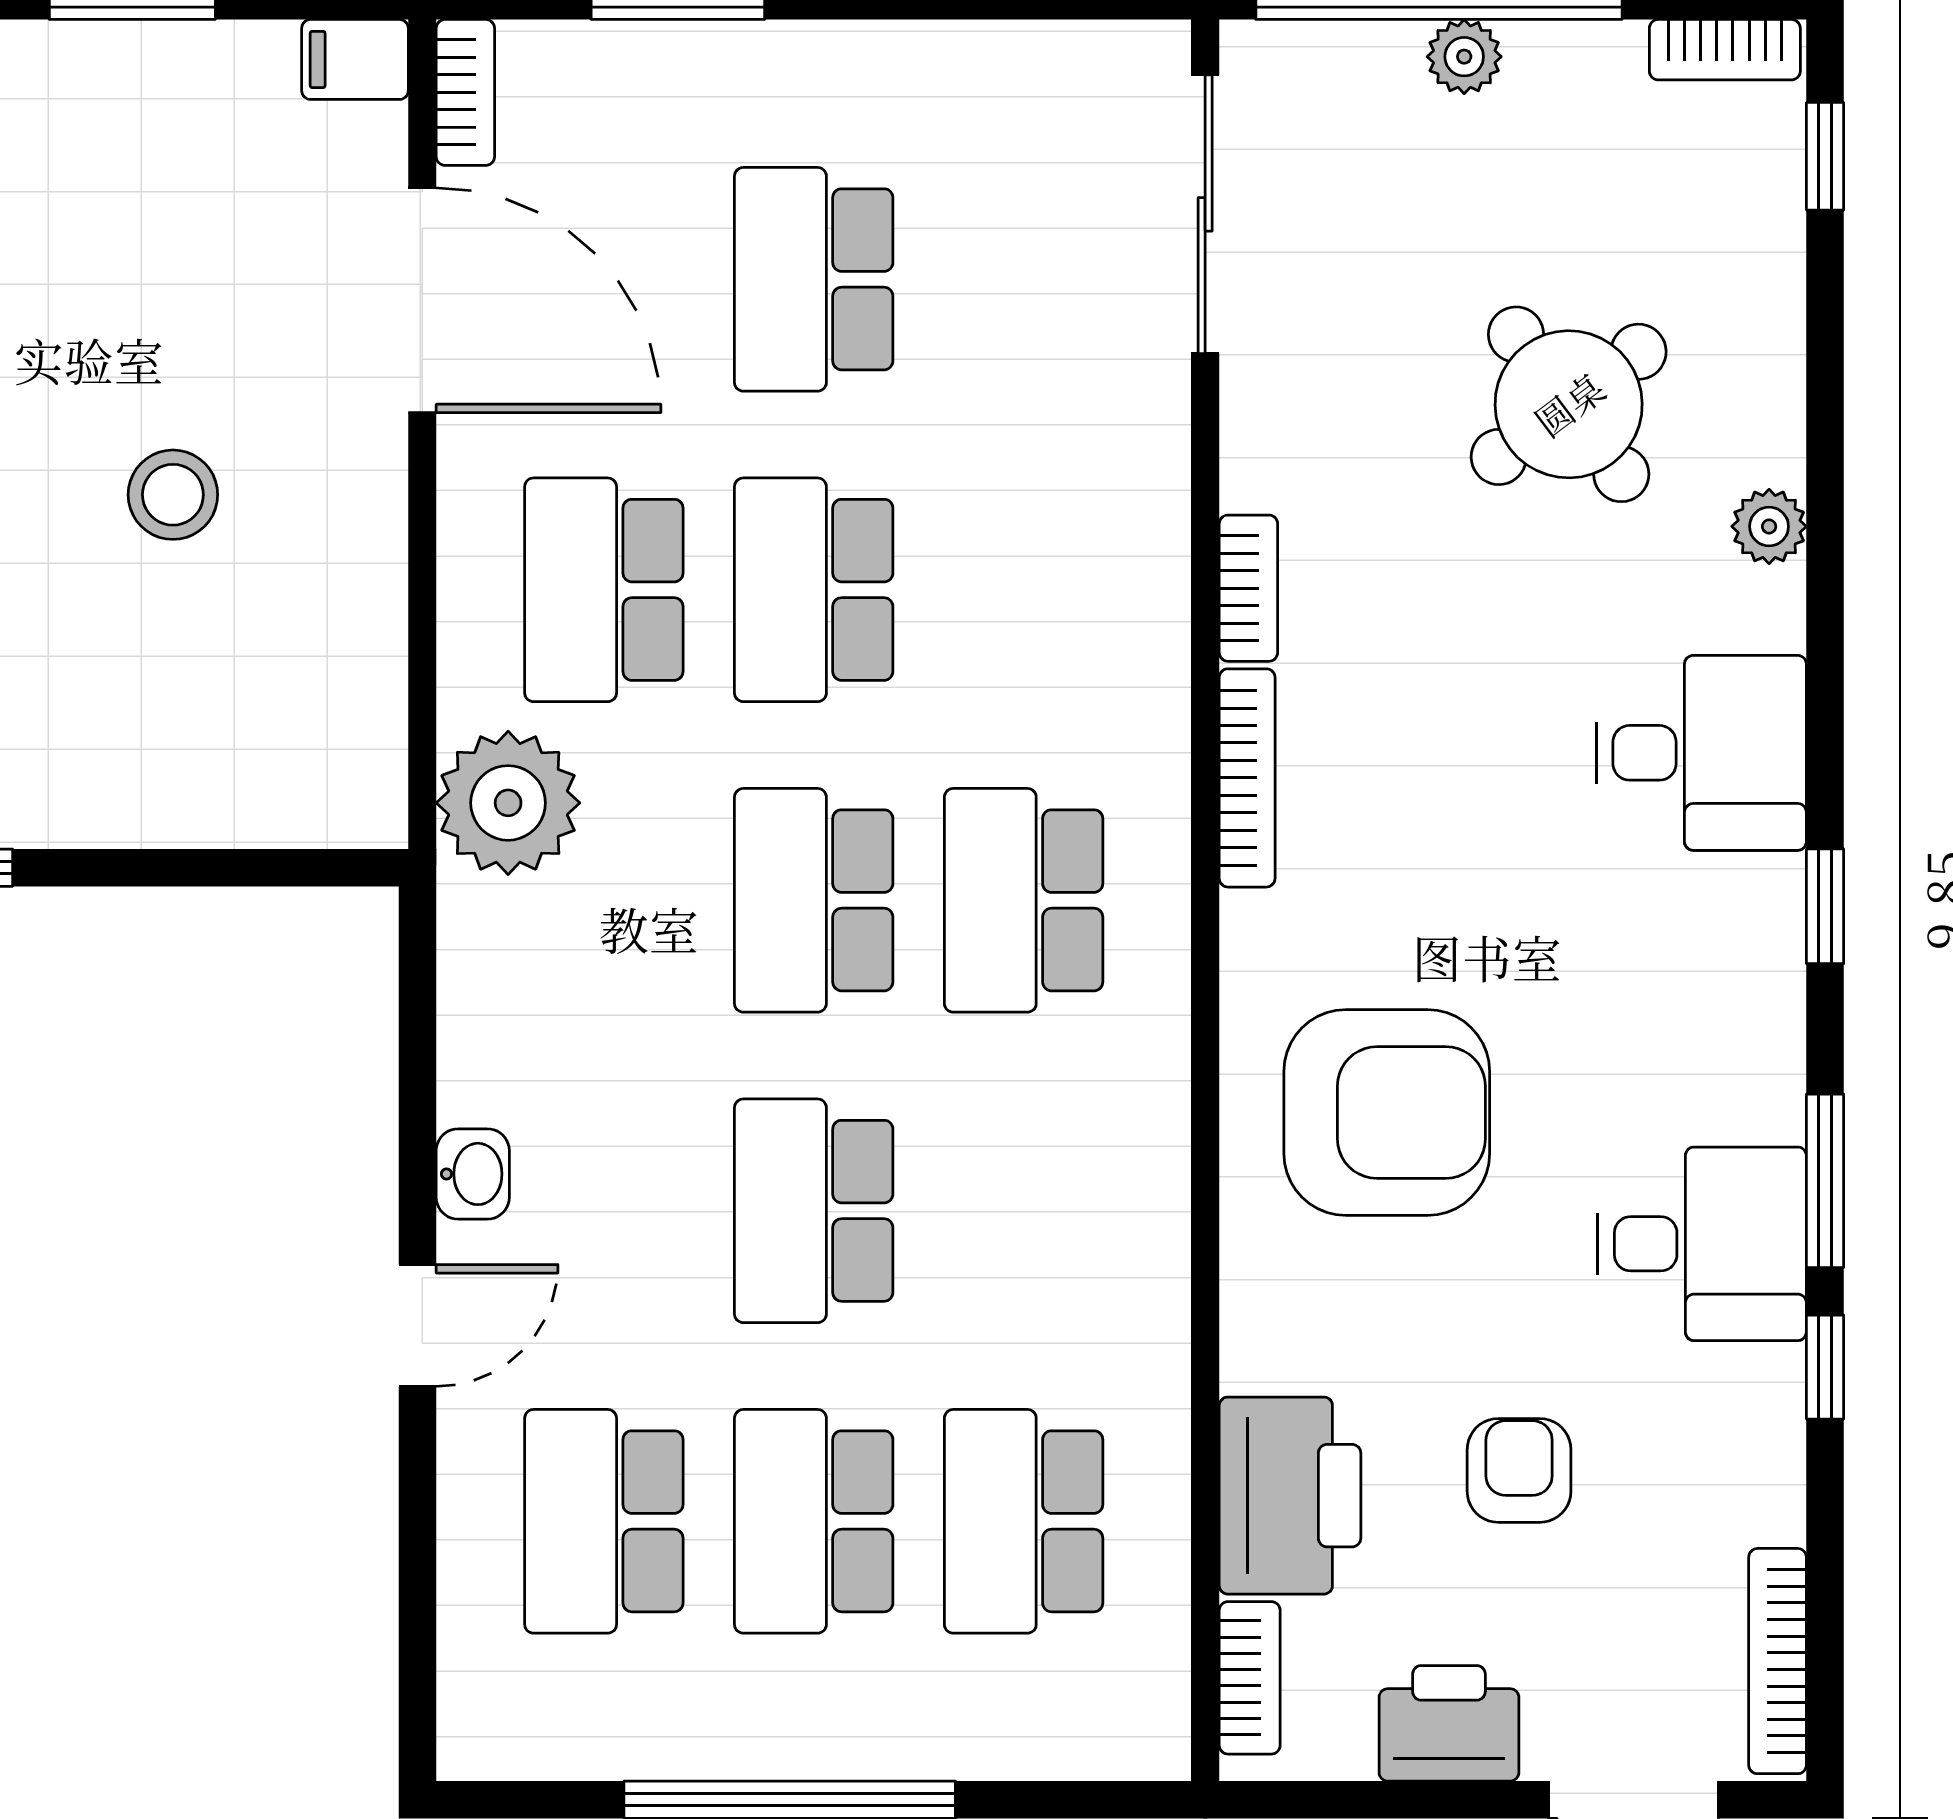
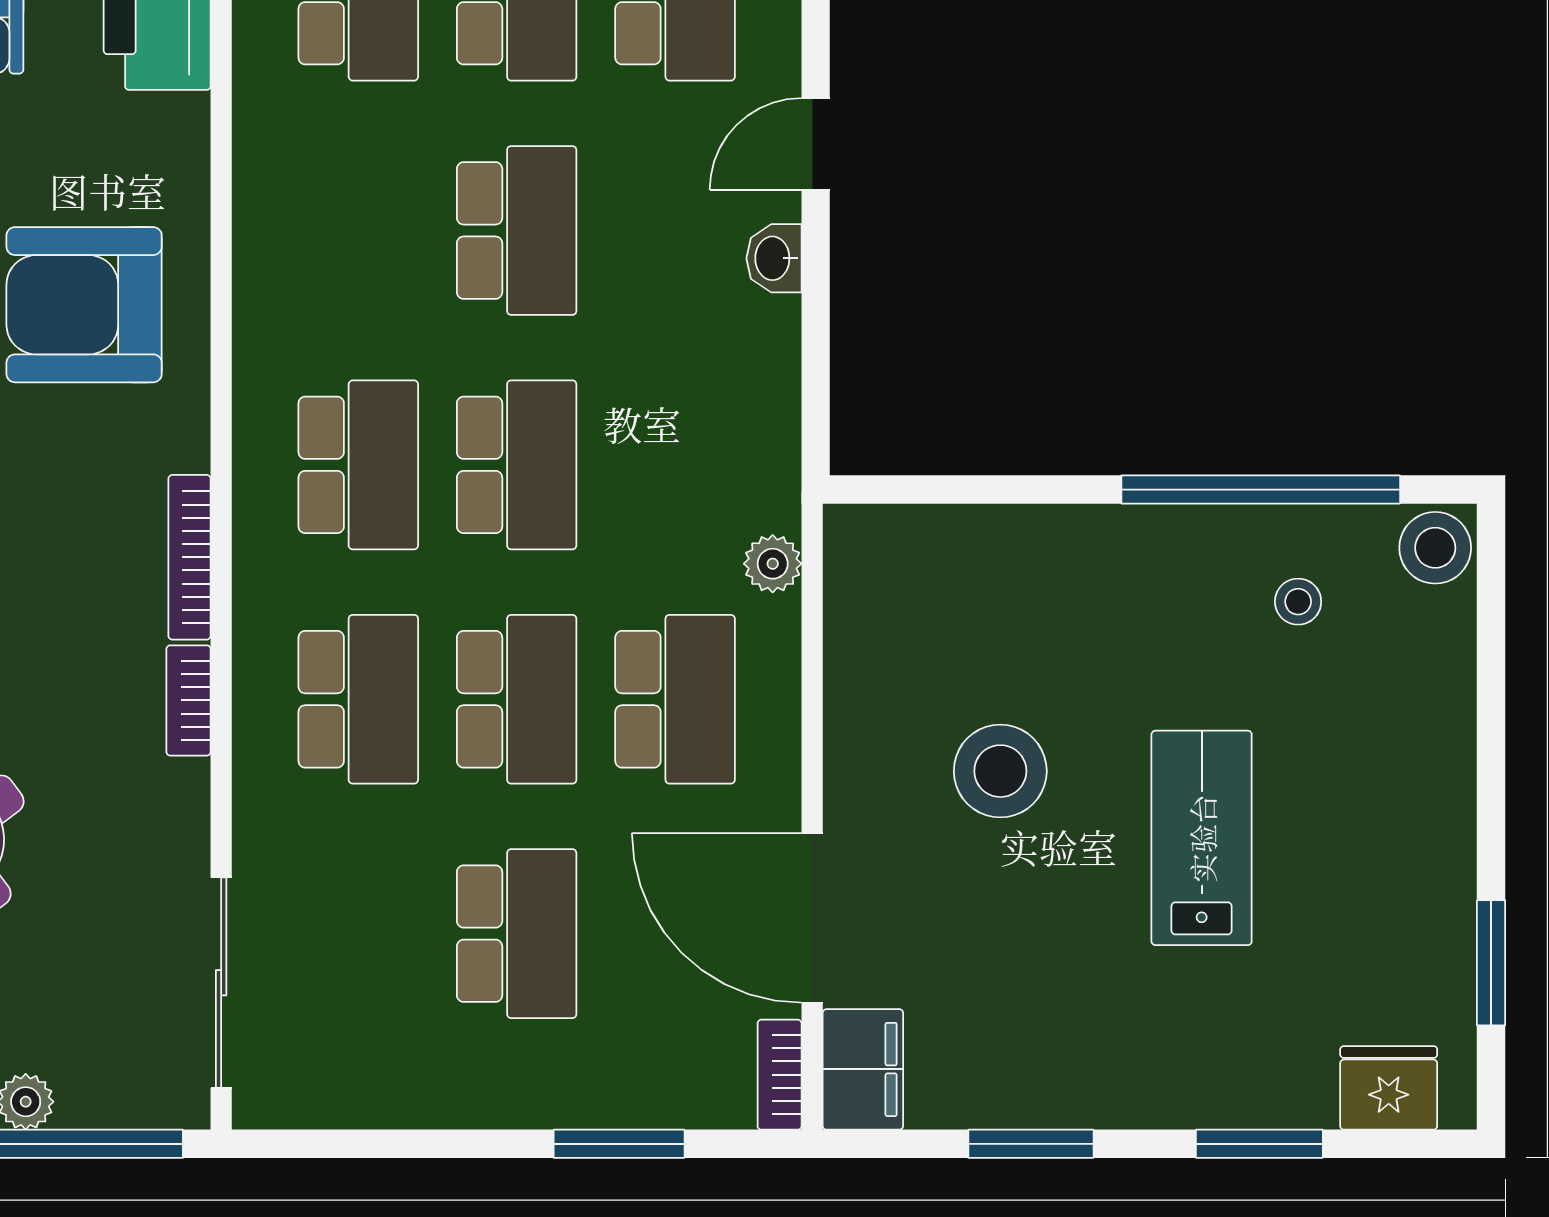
filing cabinet: (355, 59) -> (863, 1069), width x2.00
stool: (173, 495) -> (1000, 771), width x1.38, depth x1.38
school desk: (1024, 590) -> (358, 699), added
plant: (508, 803) -> (773, 564), width x0.53, depth x0.53

